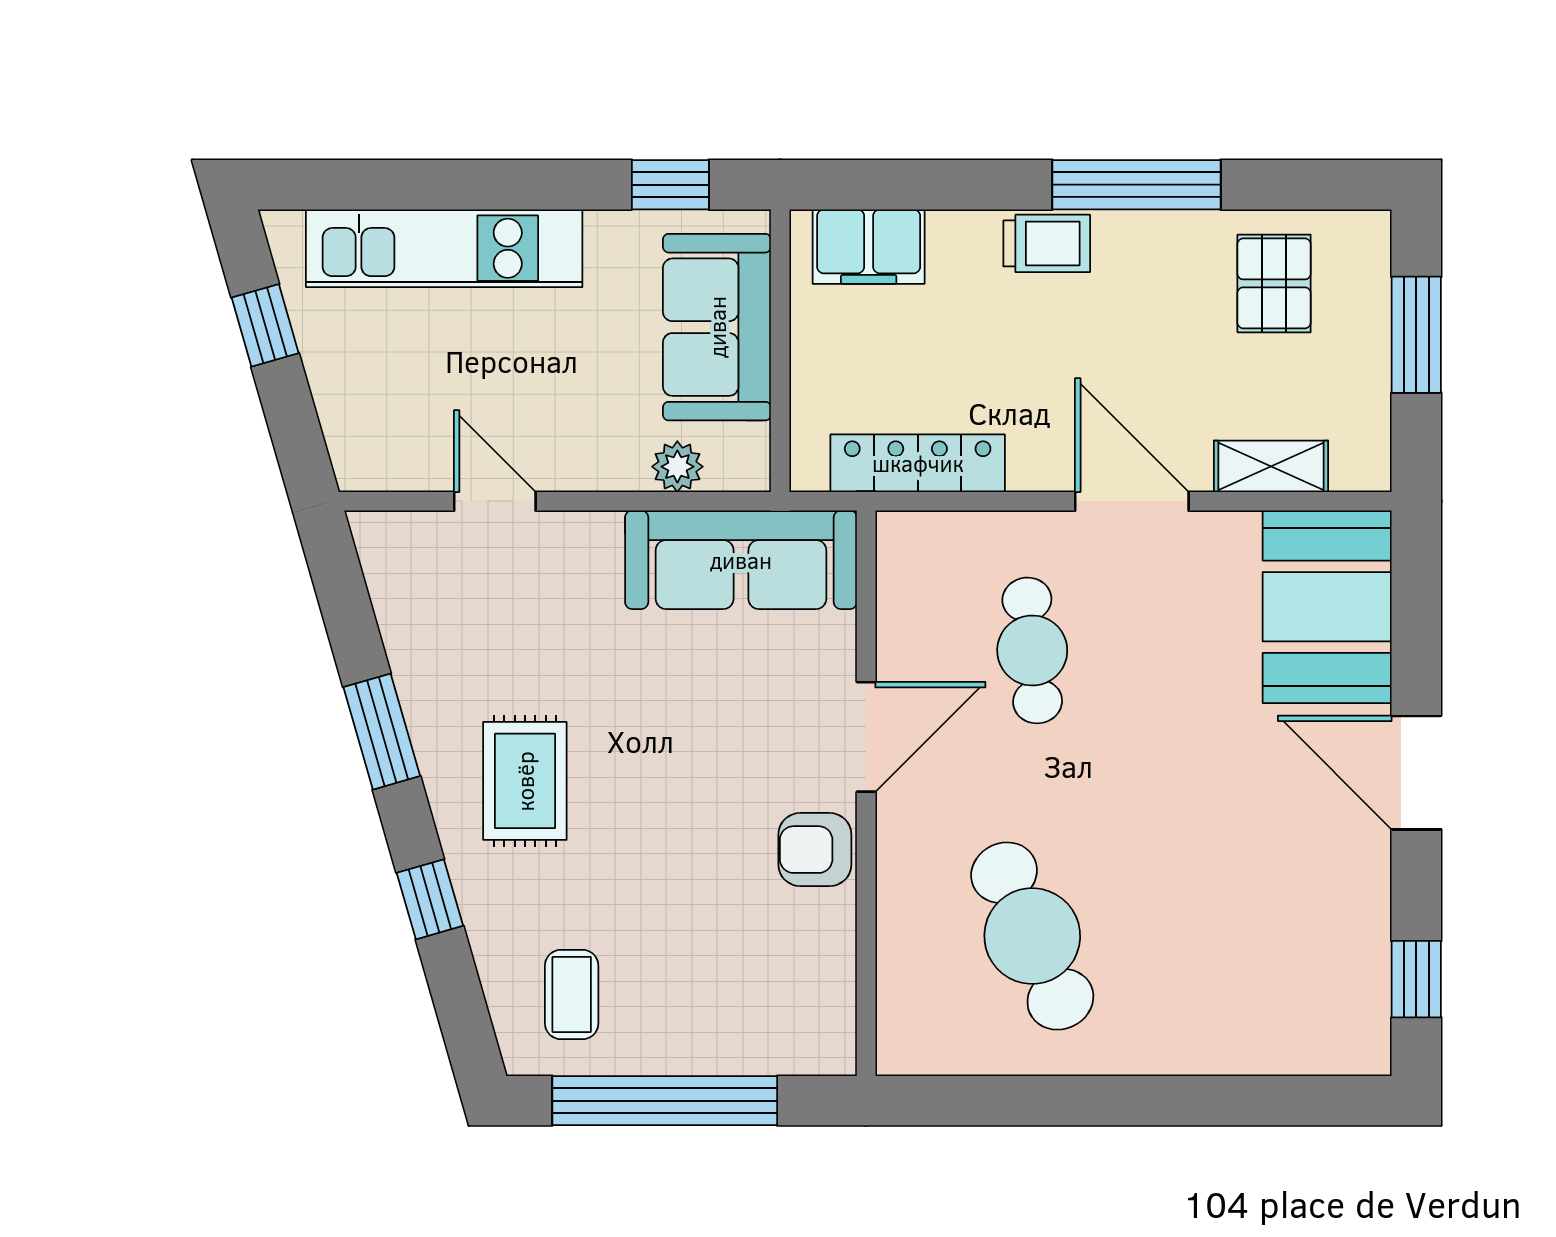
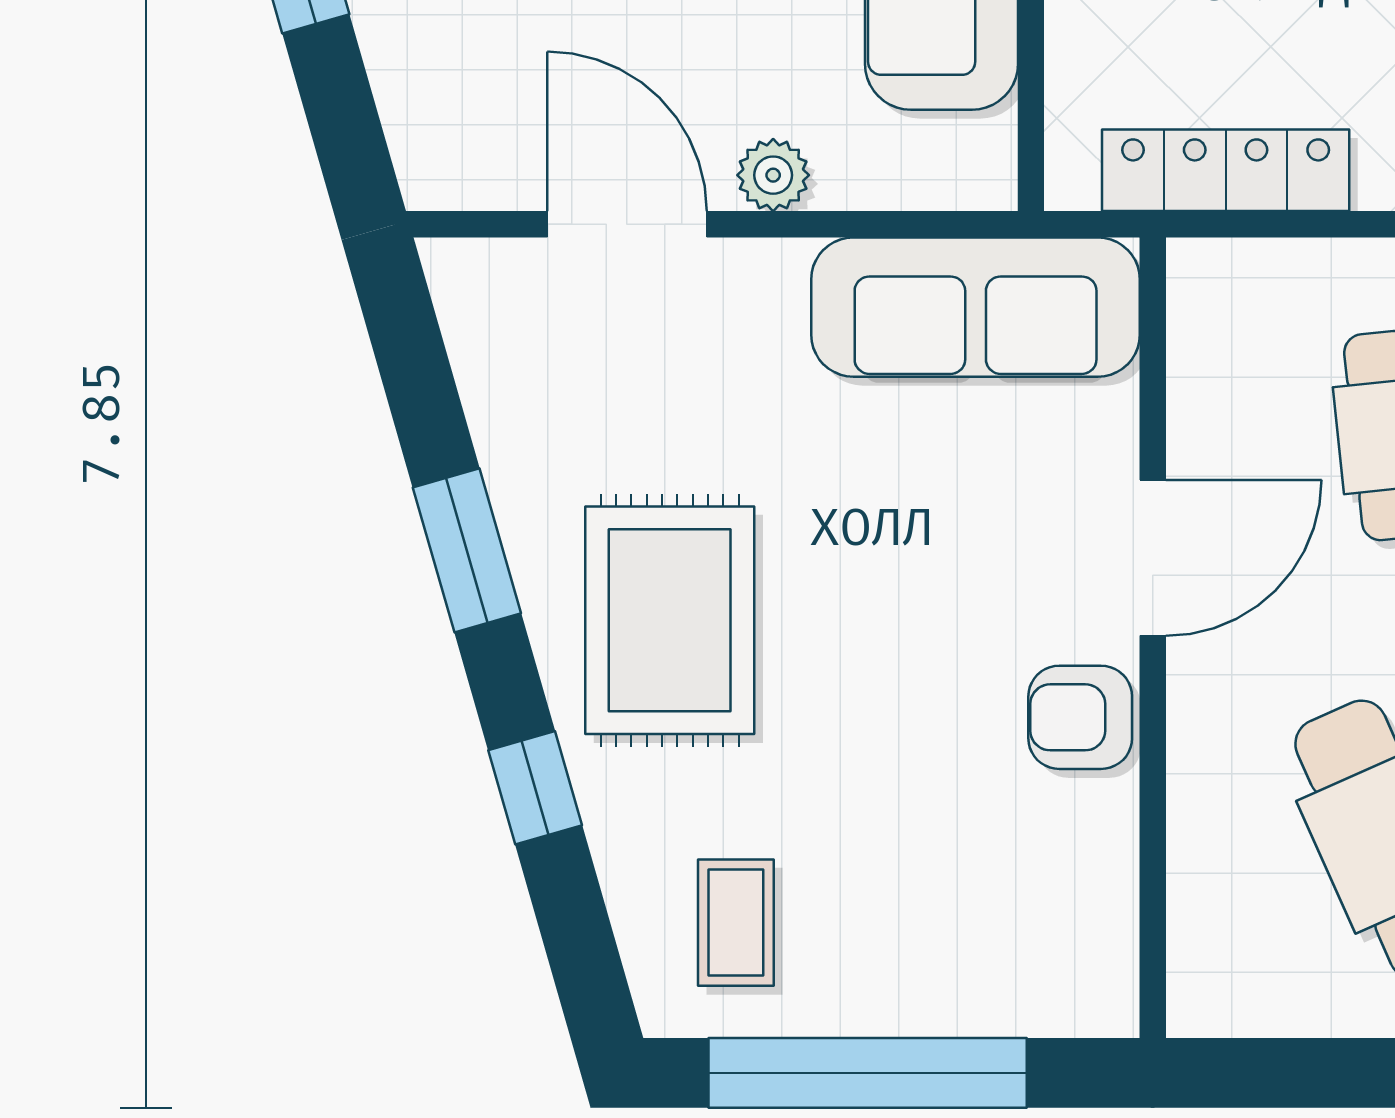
plant: (677, 467) -> (773, 175), moved
door: (495, 501) -> (627, 224), width x1.38
rug: (525, 781) -> (670, 620), width x1.36, depth x1.43

